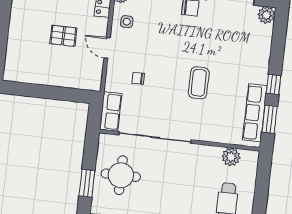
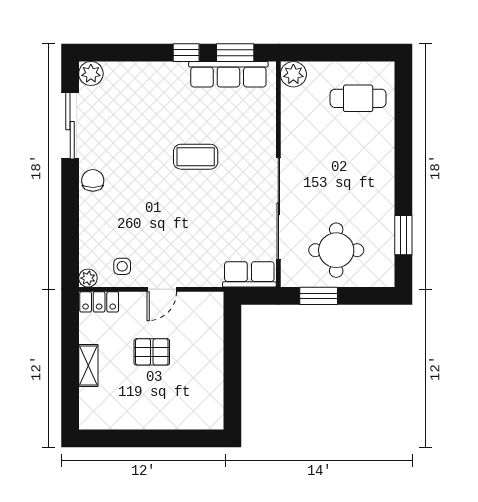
pallet: (63, 36) -> (152, 352), turned 90
chair: (138, 78) -> (199, 241), removed
plant: (231, 157) -> (293, 74), moved
window: (87, 183) -> (319, 296), moved

